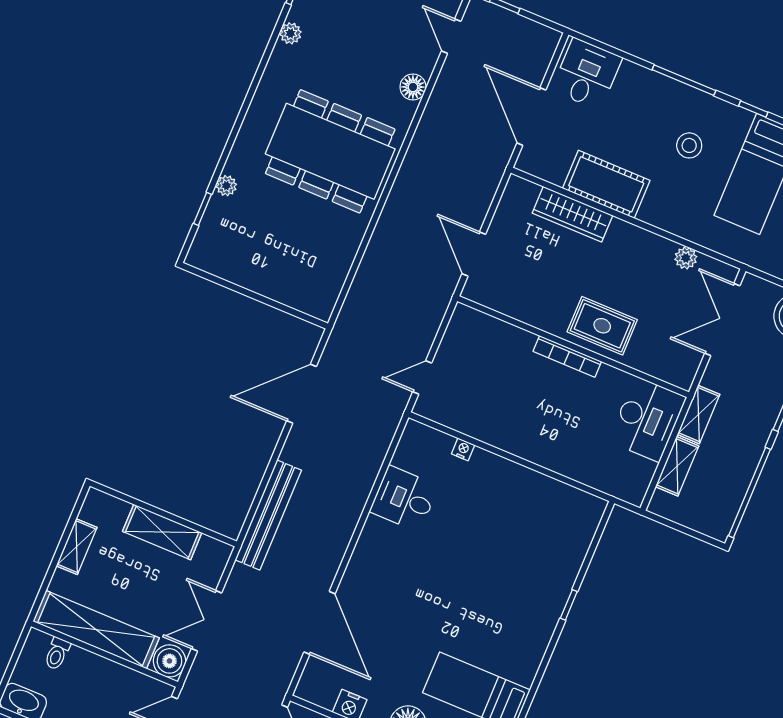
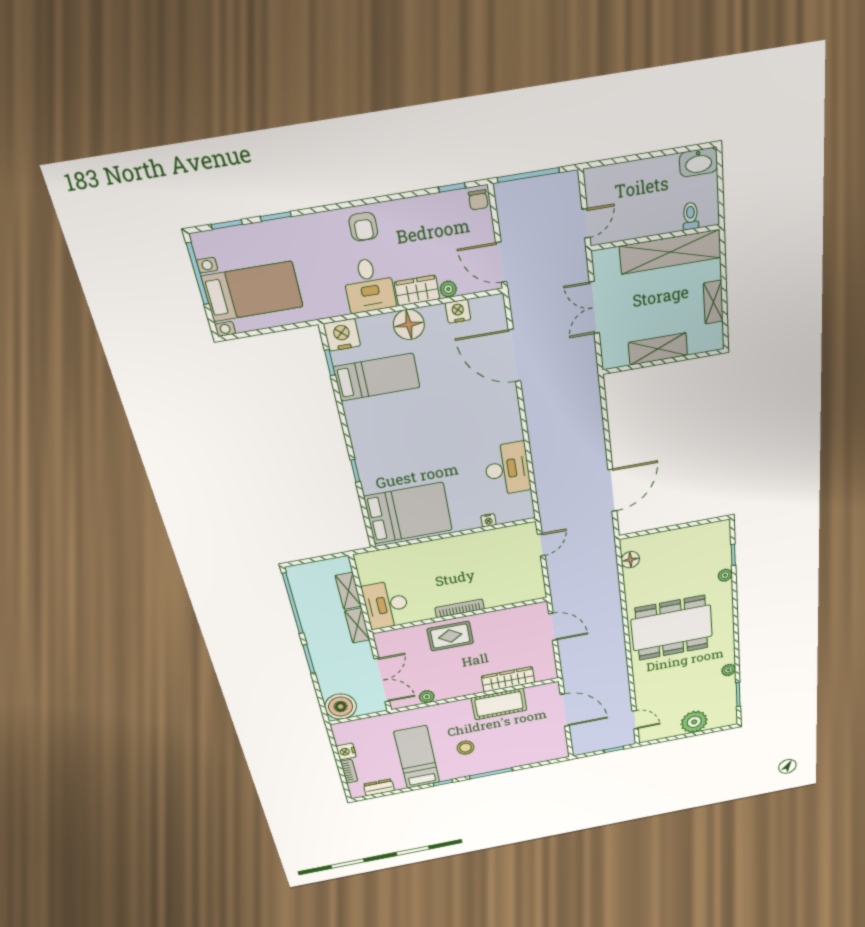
desk: (587, 74) -> (547, 746), removed
floor lamp: (413, 87) -> (630, 560), moved
desk: (404, 499) -> (507, 469), width x1.37
bench: (268, 515) -> (591, 404), removed
bed: (546, 518) -> (408, 513), added
double door: (207, 621) -> (594, 308), swing flipped
boiler: (169, 661) -> (605, 262), removed

